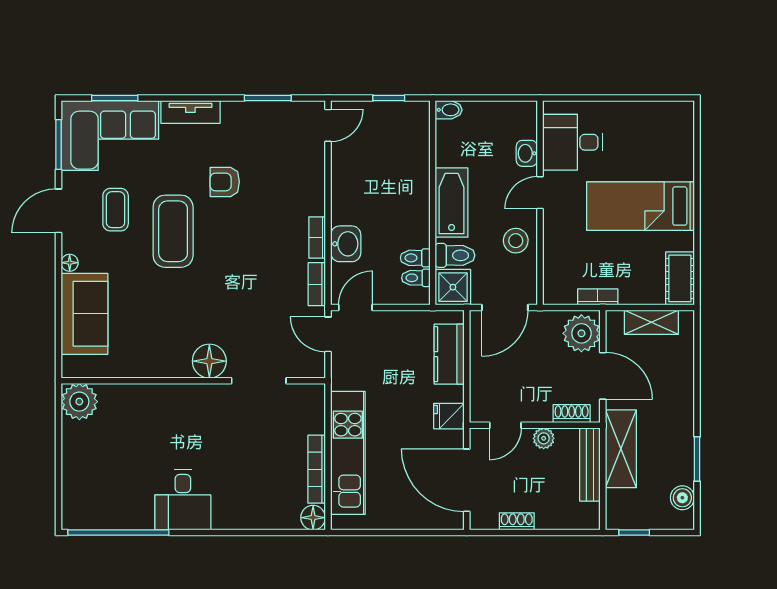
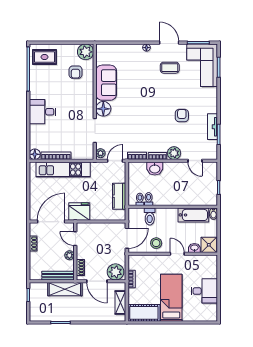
tv unit: (190, 112) -> (213, 127), moved
door: (328, 125) -> (195, 161), moved
desk: (573, 142) -> (204, 291), moved, turned 90
plant: (310, 200) -> (174, 153), added
bathtub: (452, 203) -> (193, 215), moved
coffee table: (173, 231) -> (160, 93), removed
cot: (680, 278) -> (144, 313), width x1.37, depth x1.34
shower: (453, 287) -> (209, 245), moved
door: (355, 307) -> (127, 173), removed
door: (505, 307) -> (127, 238), swing flipped
sofa: (84, 314) -> (106, 83), moved, turned -90
kitchen counter: (449, 354) -> (119, 196), moved, turned -90
plant: (311, 368) -> (100, 153), added
door: (603, 376) -> (97, 281), hinge flipped
fridge: (449, 416) -> (79, 212), width x1.88, depth x1.34
armchair: (126, 425) -> (76, 72), added
rug: (91, 495) -> (45, 57), added
boiler: (682, 498) -> (43, 316), removed
desk: (183, 500) -> (43, 112), moved

